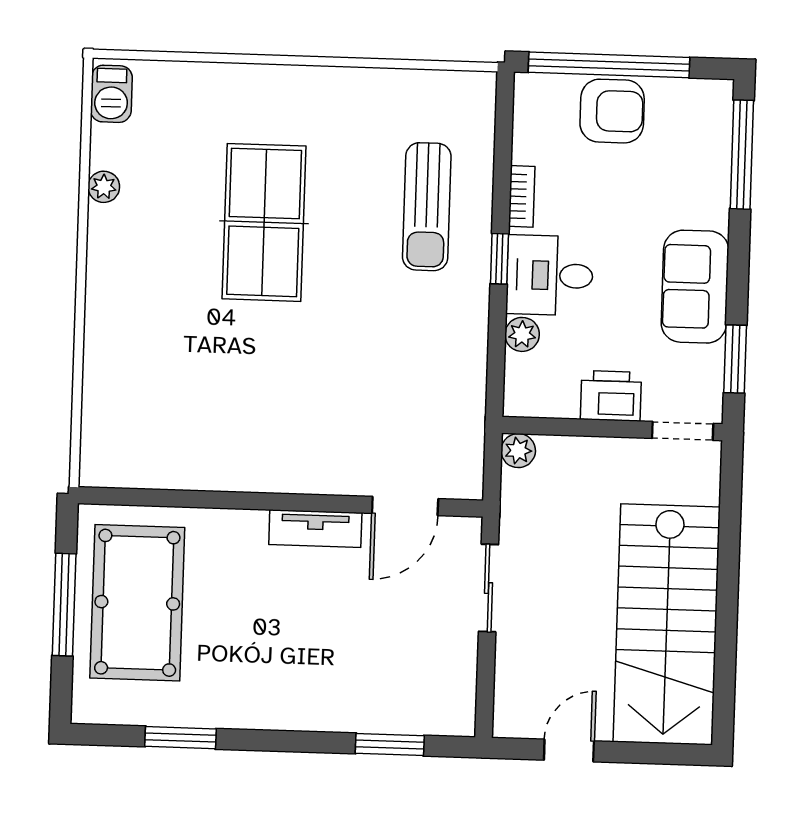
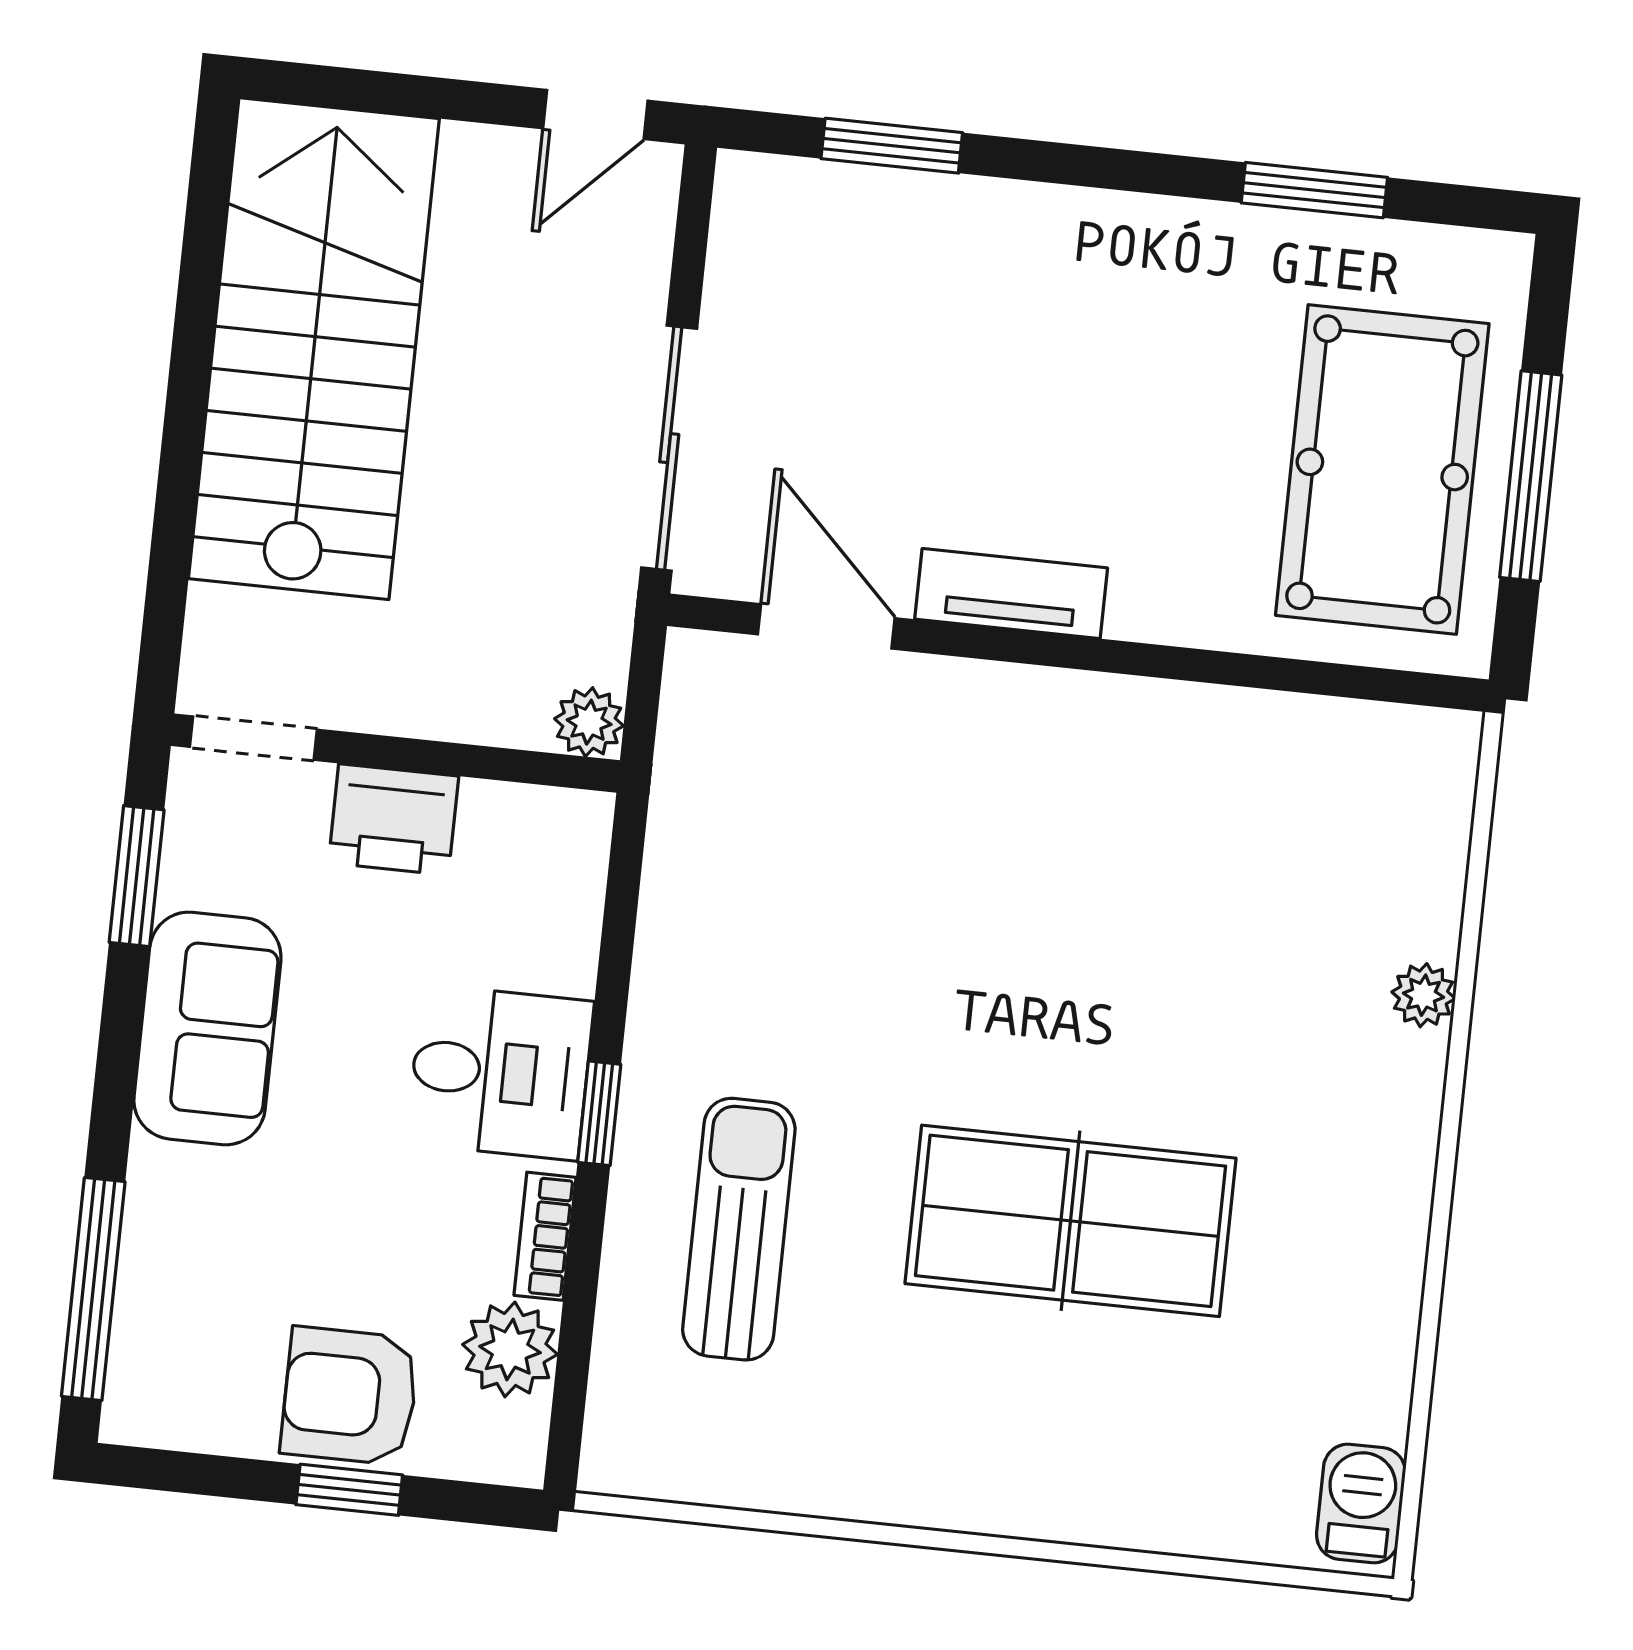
window: (609, 65) -> (349, 1490), width x0.32
plant: (104, 187) -> (1424, 995), moved
table tennis table: (264, 222) -> (1071, 1221), turned 90
plant: (522, 334) -> (510, 1349), moved, width x1.38, depth x1.38
door: (405, 506) -> (826, 626), hinge flipped
sliding door: (489, 588) -> (669, 448), width x1.37
door: (569, 751) -> (595, 115), moved

